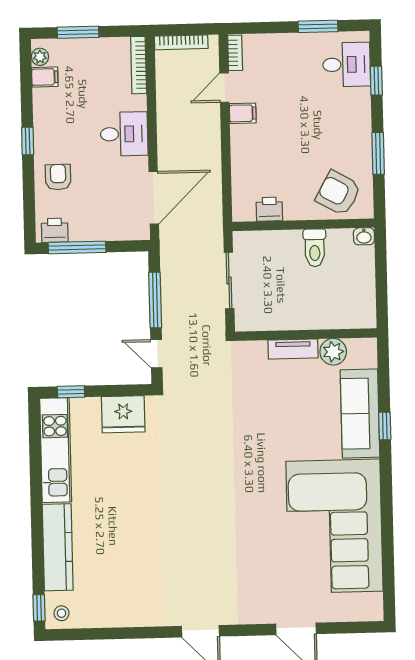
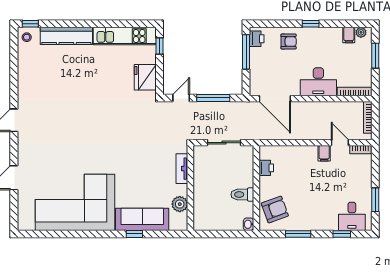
desk: (124, 134) -> (318, 82), width x1.37
armchair: (338, 193) -> (275, 210), turned 41
tv unit: (293, 349) -> (182, 169), moved

